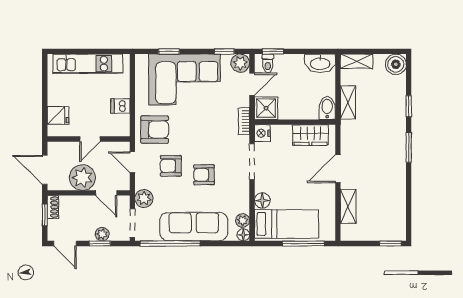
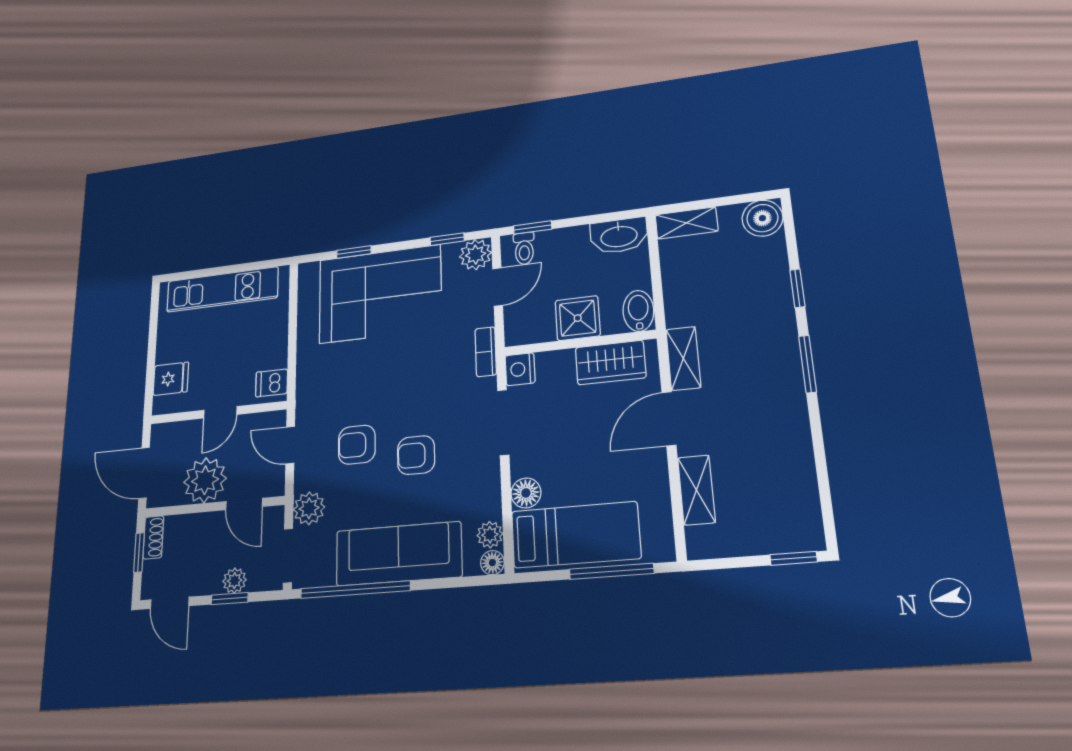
shelving: (348, 103) -> (683, 358), moved
dishwasher: (120, 106) -> (272, 383), moved
shower: (266, 108) -> (578, 318), moved
armchair: (155, 130) -> (329, 384), removed

